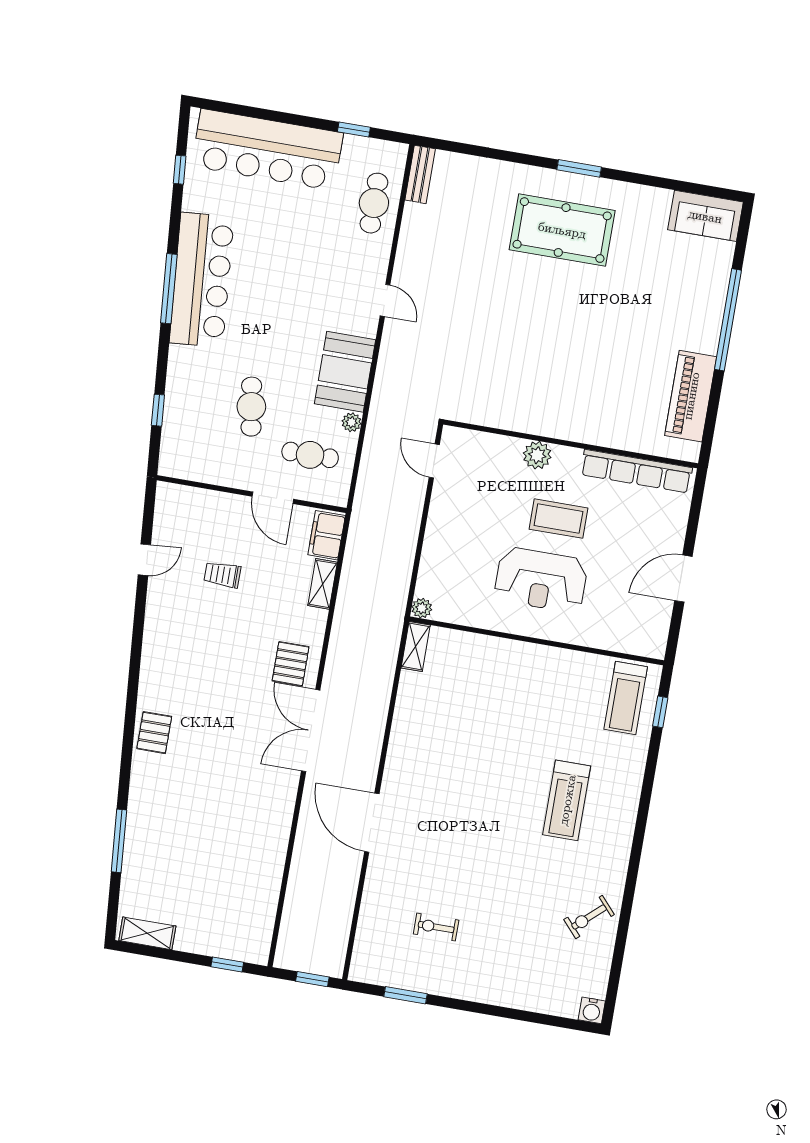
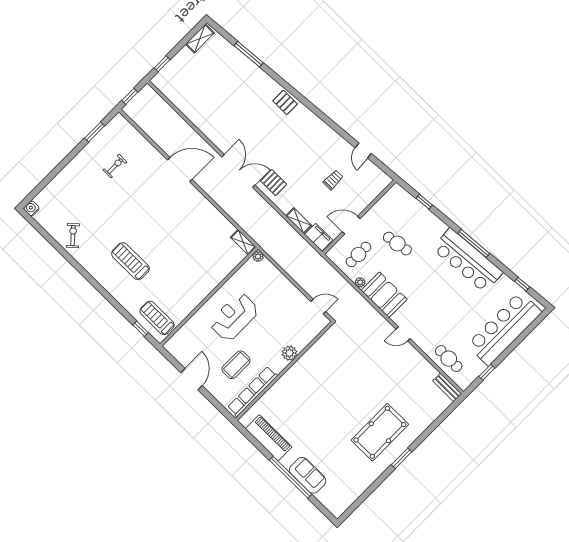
sofa: (705, 216) -> (308, 475), moved, turned 90
coffee table: (558, 519) -> (236, 365), moved

